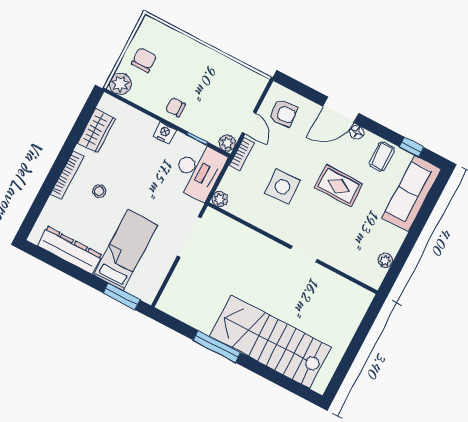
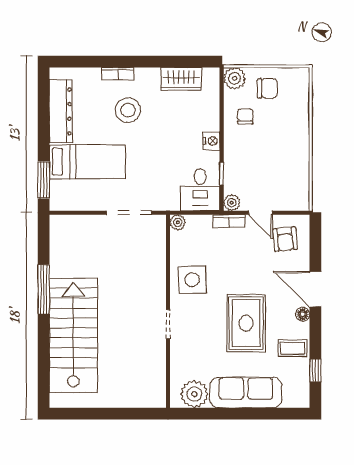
chair: (176, 107) -> (245, 116), moved
door: (249, 123) -> (260, 213), hinge flipped
desk: (198, 171) -> (200, 190), width x0.73
bookcase: (67, 175) -> (118, 74), width x0.64
rug: (339, 186) -> (246, 323), width x1.36, depth x1.43
side table: (282, 187) -> (192, 280), moved
stool: (99, 191) -> (128, 110), width x1.89, depth x1.89
sofa: (412, 193) -> (246, 393), moved
plant: (385, 260) -> (194, 394), width x1.88, depth x1.88

